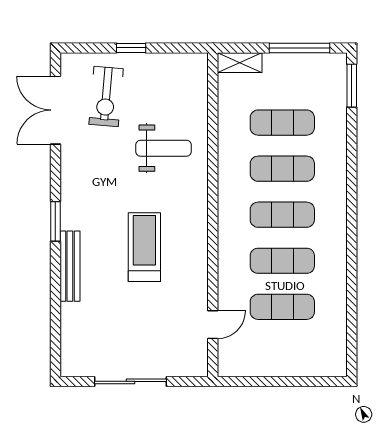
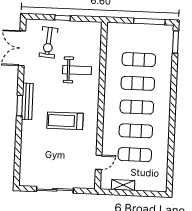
shelving: (240, 63) -> (123, 185), moved
treadmill: (144, 247) -> (65, 121), turned -90
bench: (70, 266) -> (27, 101), moved

